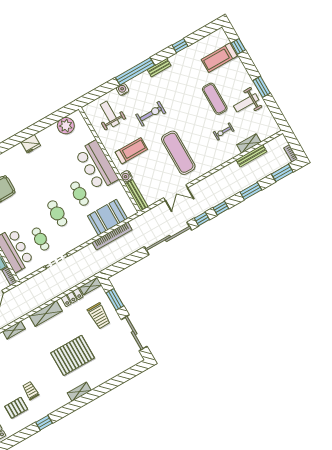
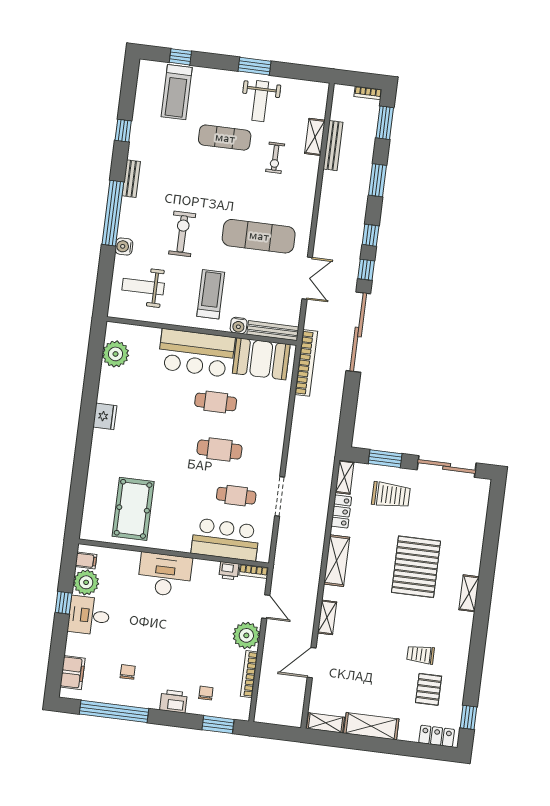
booth: (107, 217) -> (261, 359), moved, turned 90
bookcase: (112, 236) -> (306, 363), moved
window: (44, 423) -> (468, 717), moved

